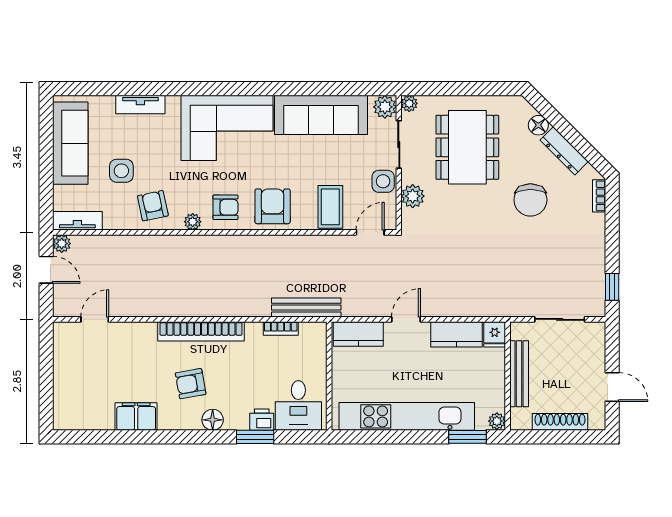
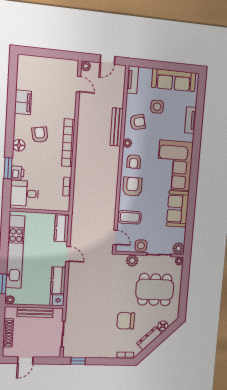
sofa: (321, 115) -> (178, 209), width x0.73
armchair: (273, 206) -> (132, 187), turned -90
plant: (62, 244) -> (86, 66), moved
bench: (306, 308) -> (117, 127), moved

